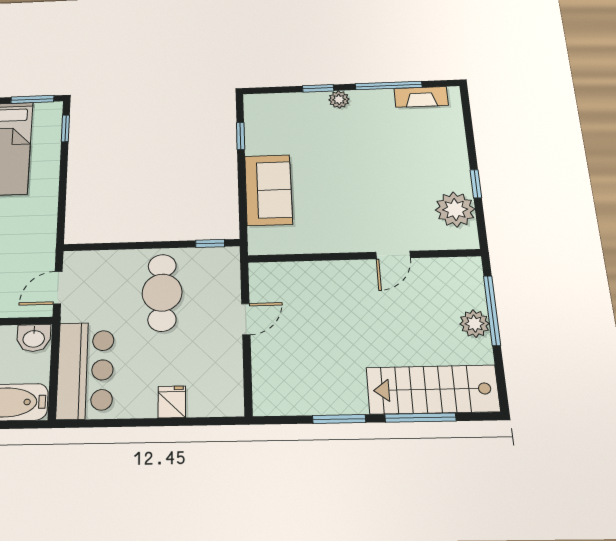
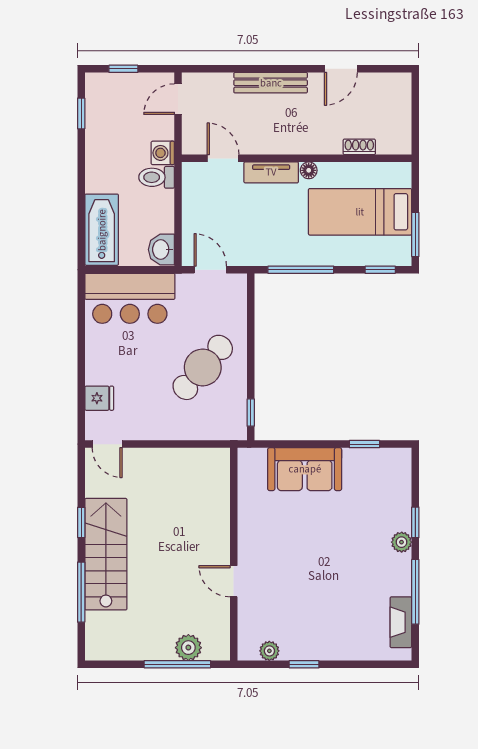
window: (62, 200) -> (301, 270), added
plant: (455, 209) -> (269, 651), width x0.53, depth x0.53
cafe table: (162, 293) -> (203, 367), turned -49
door: (246, 319) -> (107, 444), moved
plant: (474, 324) -> (188, 648), moved
stairs: (433, 389) -> (106, 554), moved
fridge: (172, 402) -> (99, 398), moved
window: (339, 419) -> (81, 522), width x0.67

